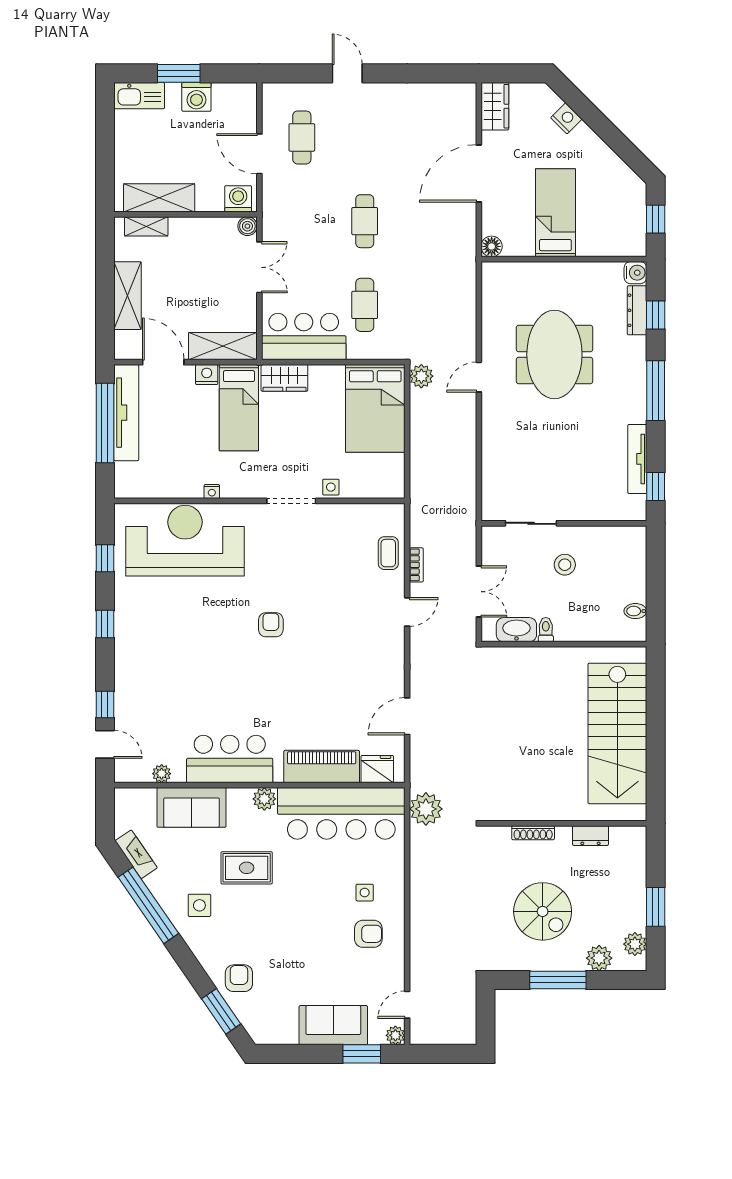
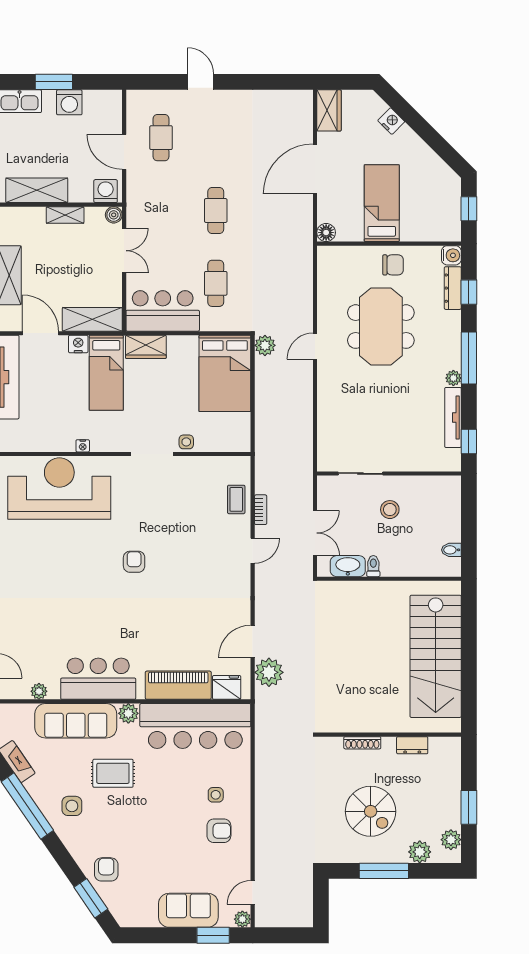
shelving: (146, 226) -> (65, 215), moved
chair: (568, 284) -> (393, 265), added
plant: (638, 414) -> (453, 378), added
sofa: (191, 807) -> (76, 721), width x1.36
plant: (426, 809) -> (269, 672), moved

